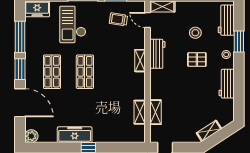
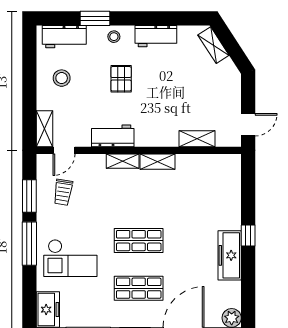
stool: (195, 33) -> (62, 78), moved
shelving: (140, 112) -> (158, 162), moved
shelving: (209, 131) -> (213, 45), moved

